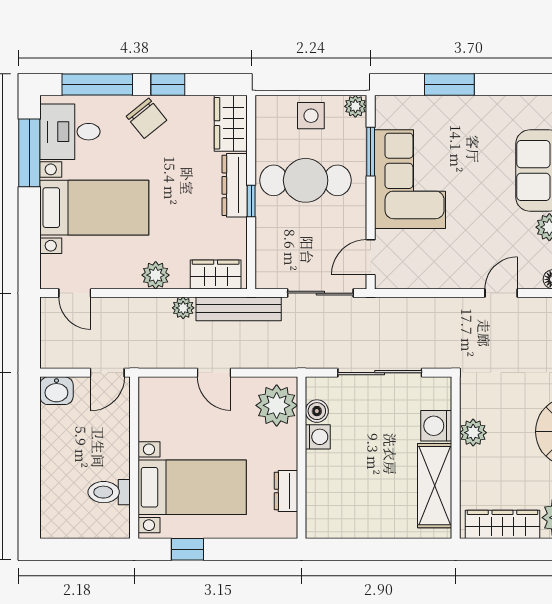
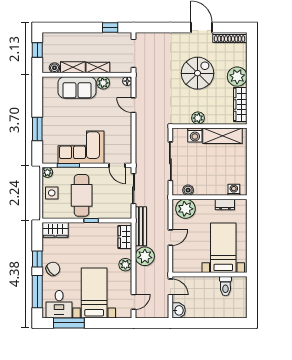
dresser: (235, 185) -> (84, 228), removed
plant: (183, 308) -> (145, 256), width x1.88, depth x1.88
washing machine: (318, 437) -> (234, 190), moved
window: (188, 549) -> (252, 250), removed

